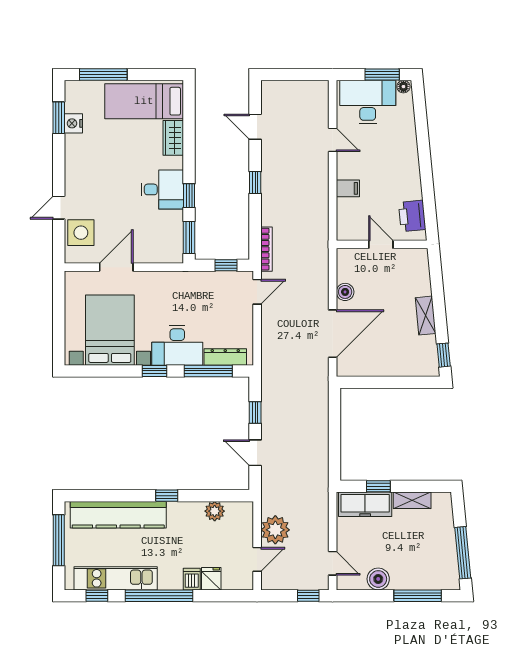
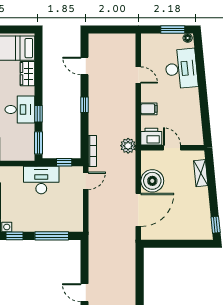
desk: (368, 102) -> (181, 69), moved, turned 84
printer: (412, 216) -> (151, 137), moved, turned 96
plant: (318, 241) -> (128, 146), added
boiler: (345, 292) -> (152, 181), width x1.86, depth x1.86
shelving: (426, 316) -> (201, 173), moved
desk: (177, 345) -> (41, 180), moved, turned 180
dresser: (225, 357) -> (64, 226), removed
window: (255, 413) -> (84, 265), removed

